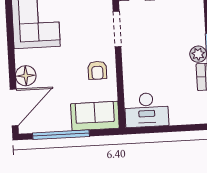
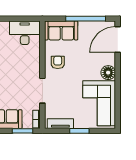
floor lamp: (26, 76) -> (108, 73), moved

